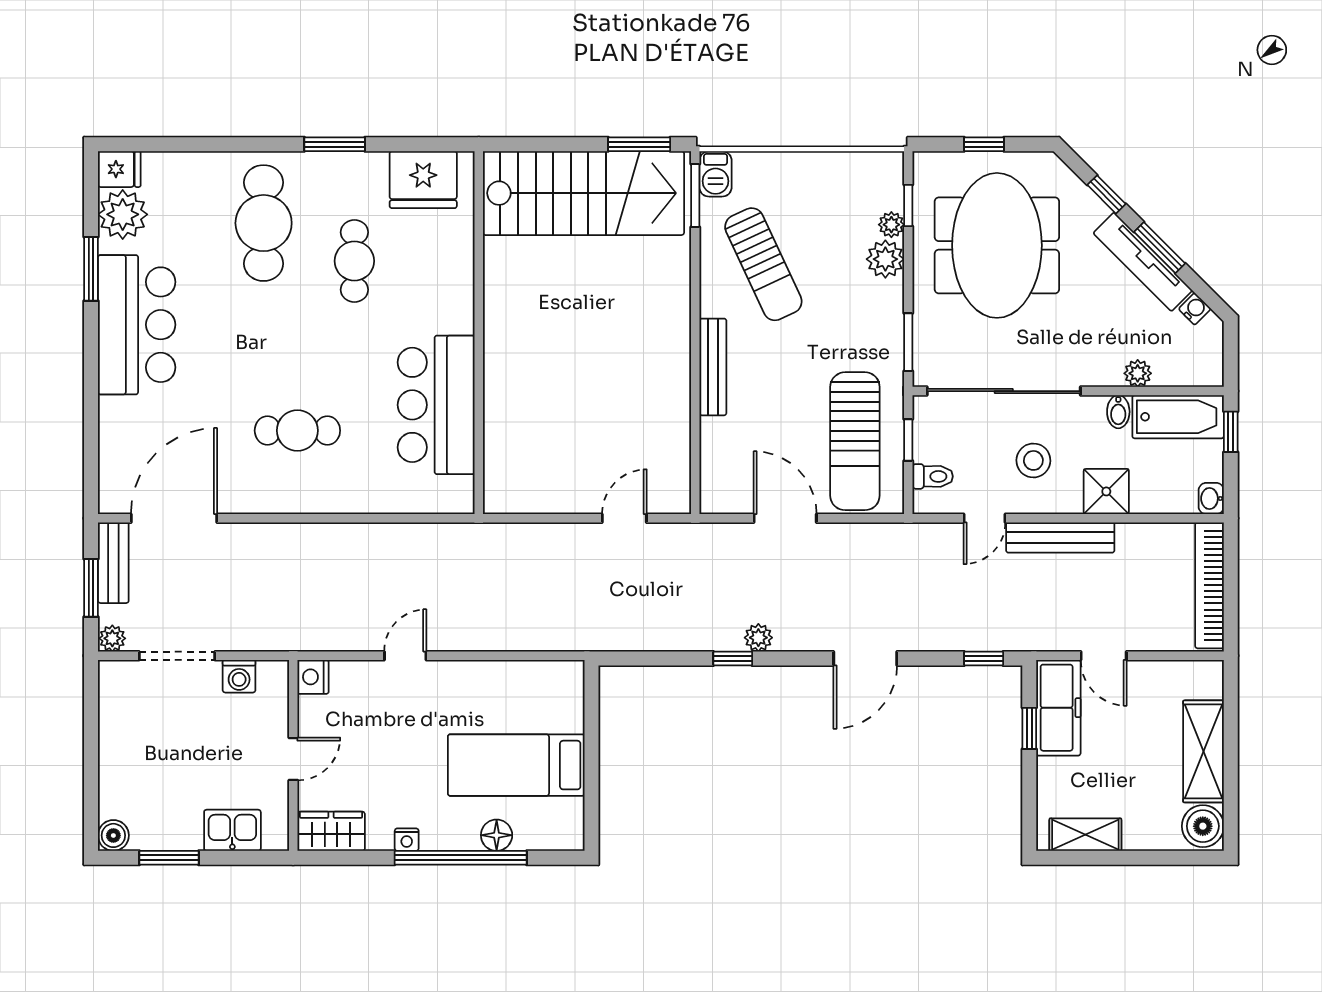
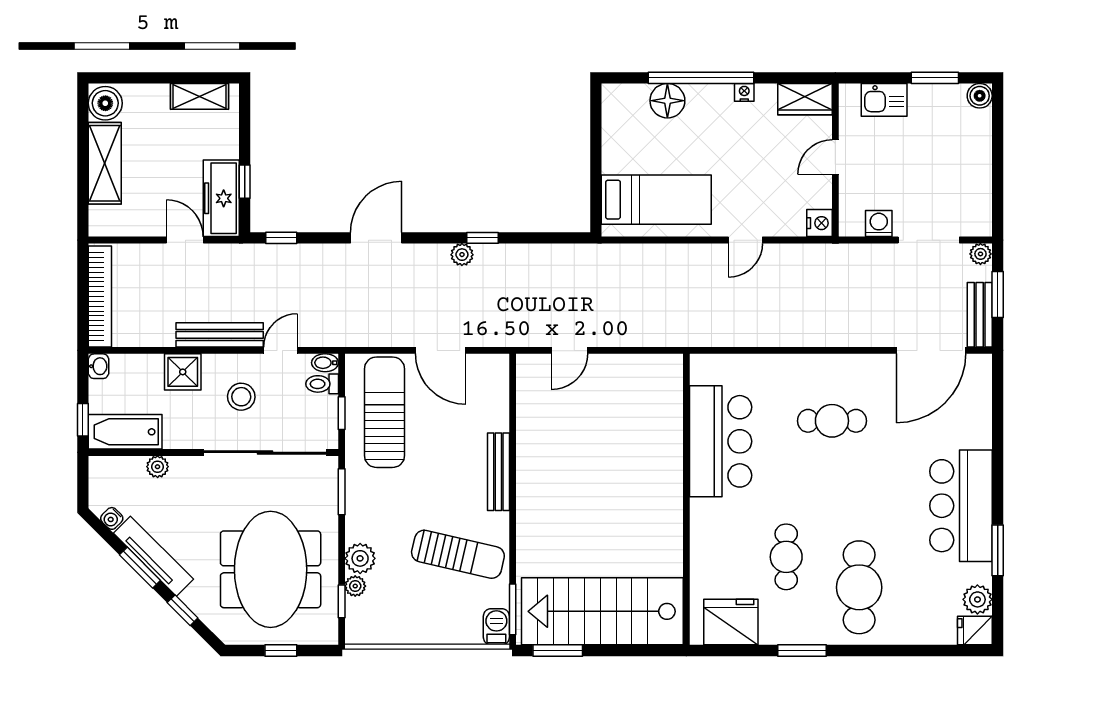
plant: (123, 214) -> (977, 599), width x0.73, depth x0.73
sun lounger: (763, 264) -> (458, 554), turned 128
bidet: (1118, 412) -> (325, 363), moved, turned -90
bed: (516, 765) -> (656, 200), moved
floor lamp: (497, 835) -> (667, 101), width x1.38, depth x1.38

